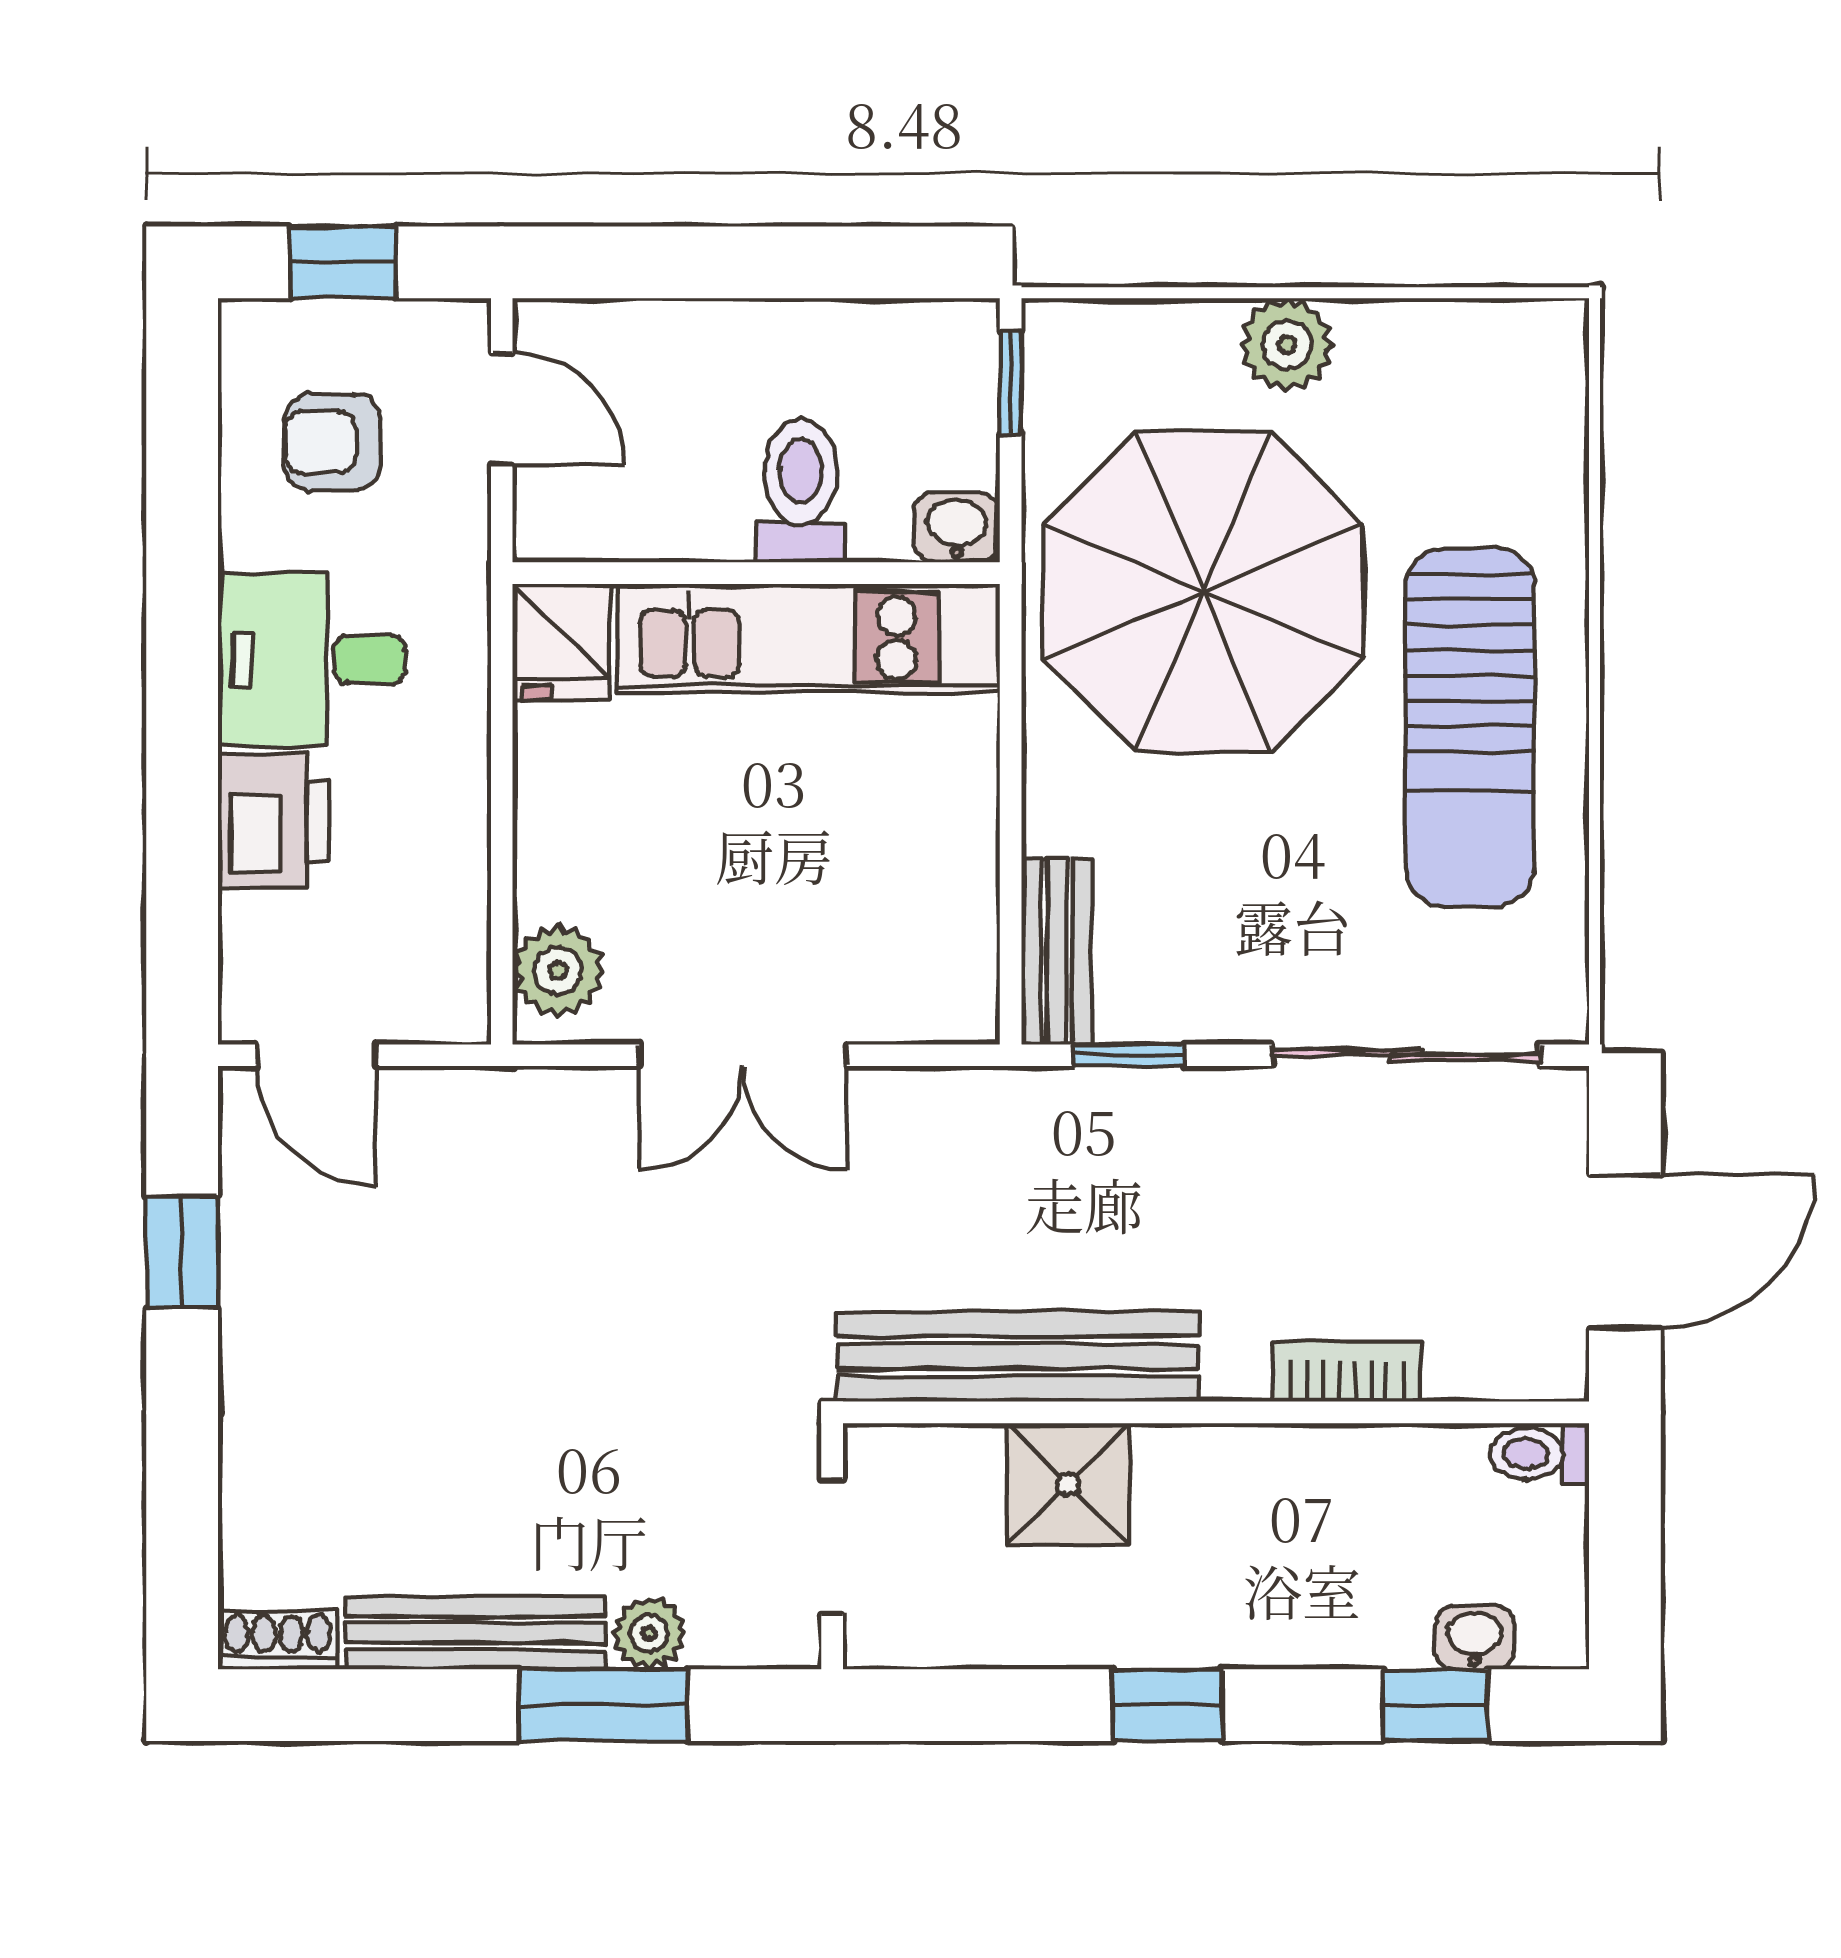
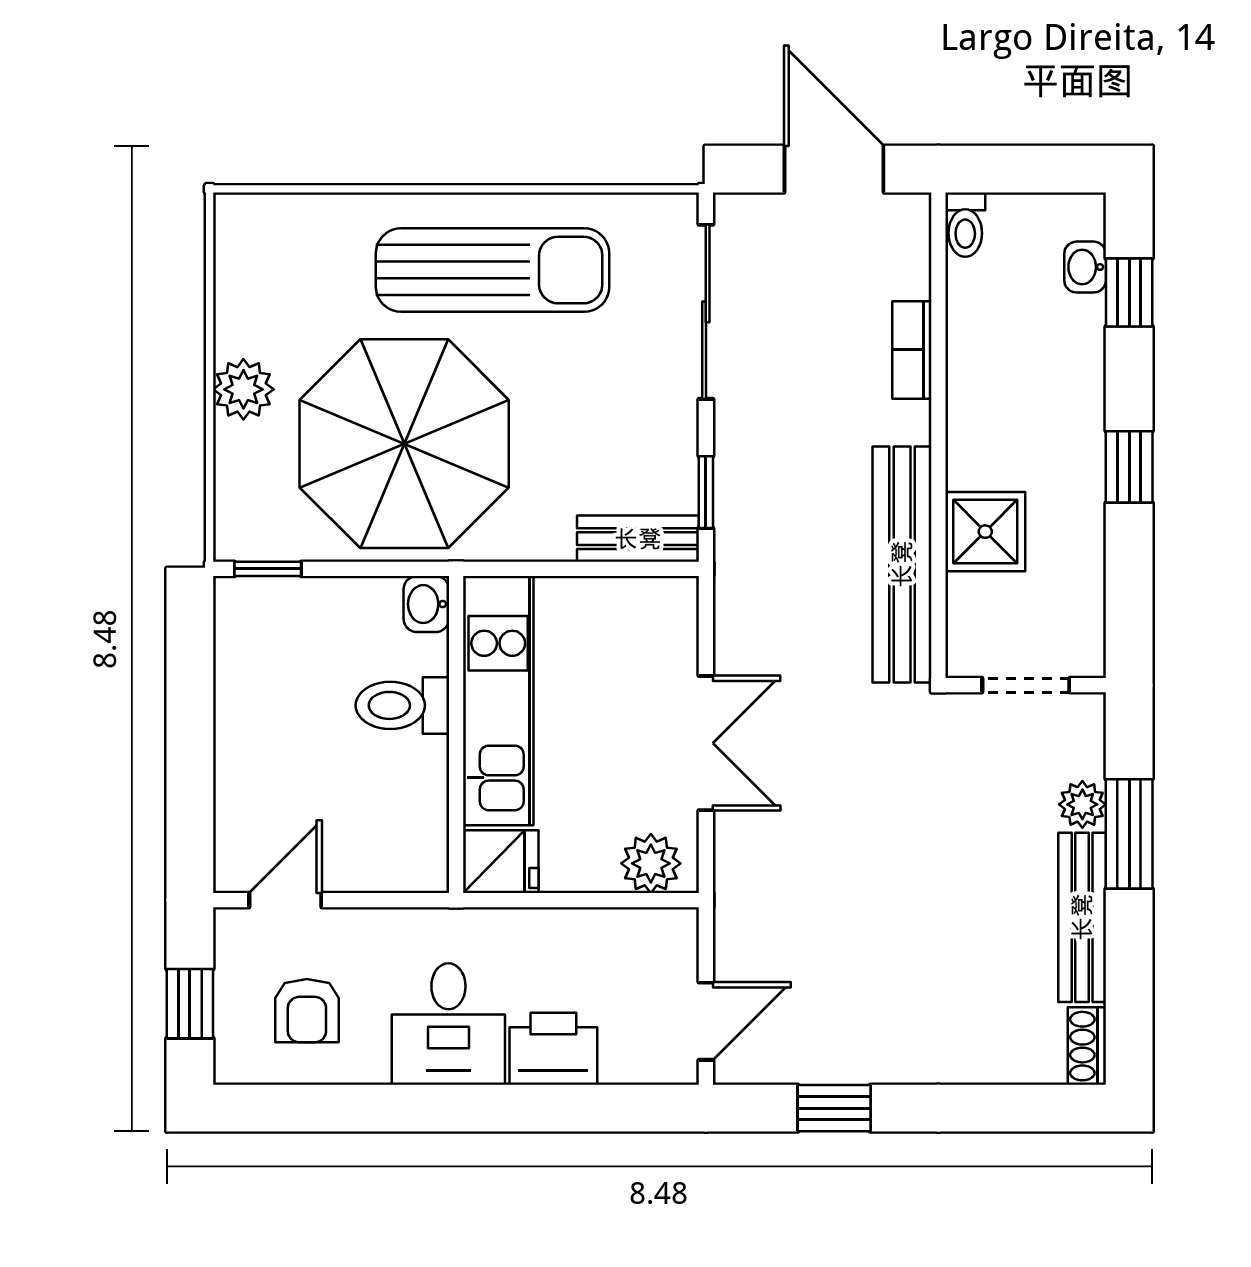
toilet: (801, 491) -> (402, 705), moved
washbasin: (957, 527) -> (426, 604), moved
wall: (756, 573) -> (456, 735), moved
kitchen unit: (808, 638) -> (498, 701), moved
fridge: (561, 642) -> (501, 862), moved

